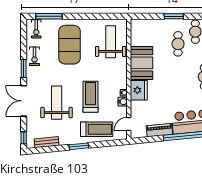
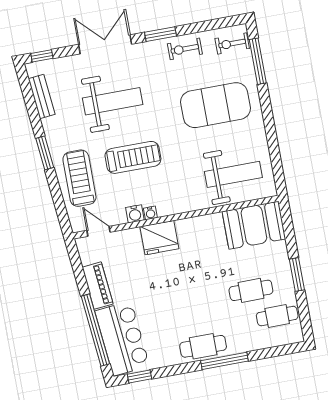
booth: (141, 63) -> (254, 225), moved
treadmill: (97, 129) -> (79, 178), turned 180

